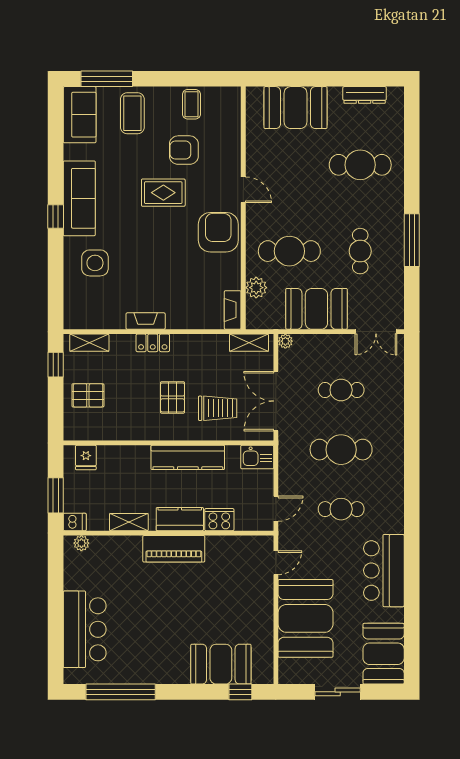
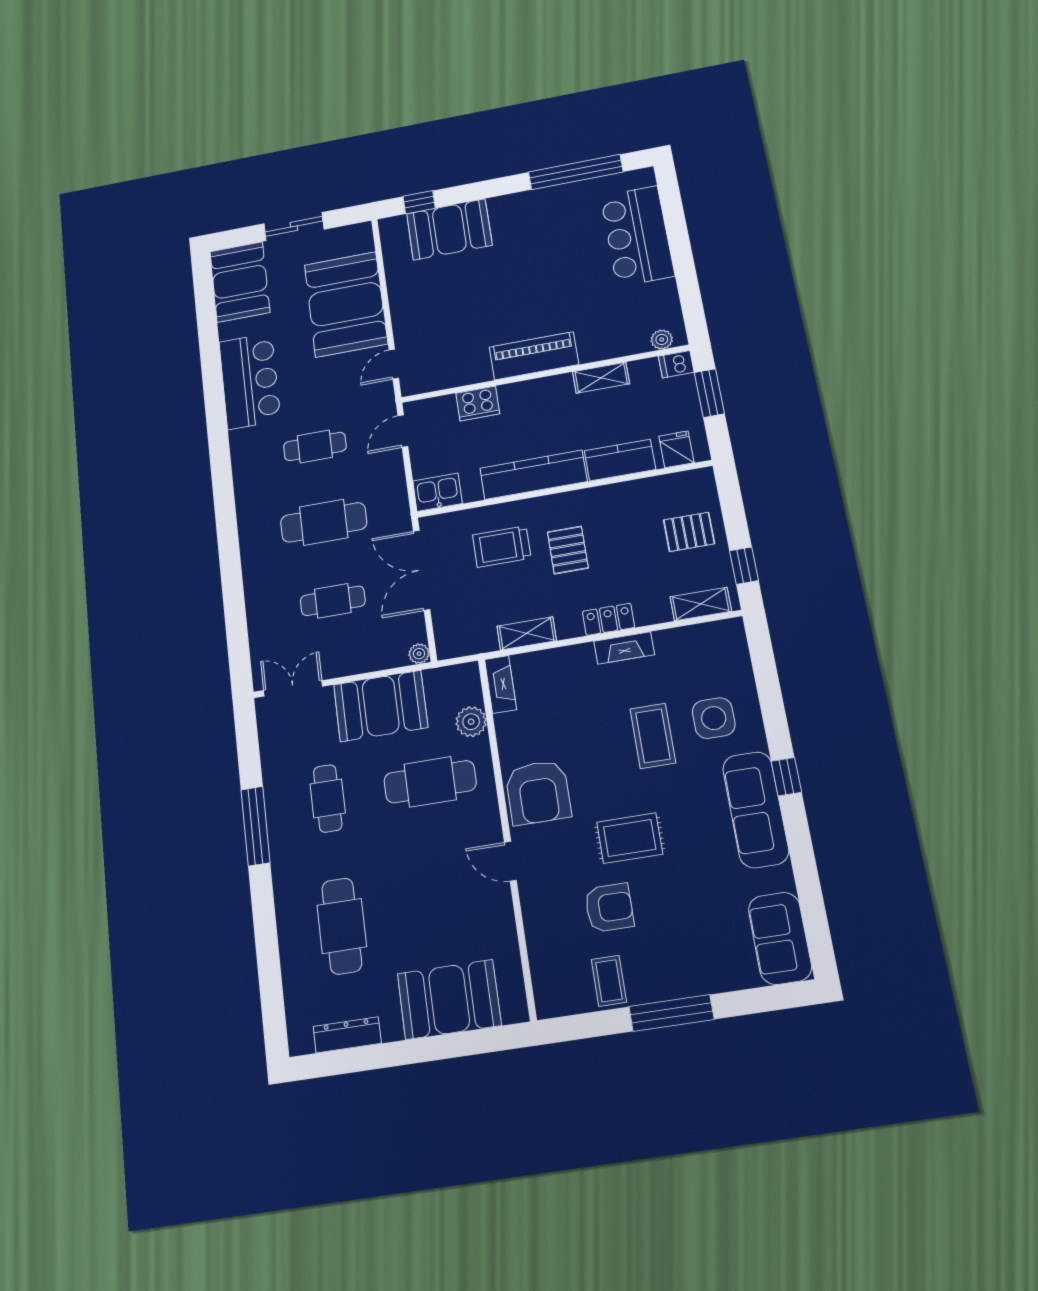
window: (107, 79) -> (671, 1013), moved
coffee table: (132, 113) -> (653, 736), moved
cafe table: (360, 165) -> (342, 926), turned 90
shelving: (249, 343) -> (527, 633), moved
double door: (276, 401) -> (422, 570), swing flipped
kitchen counter: (180, 519) -> (620, 460), moved, turned 180

